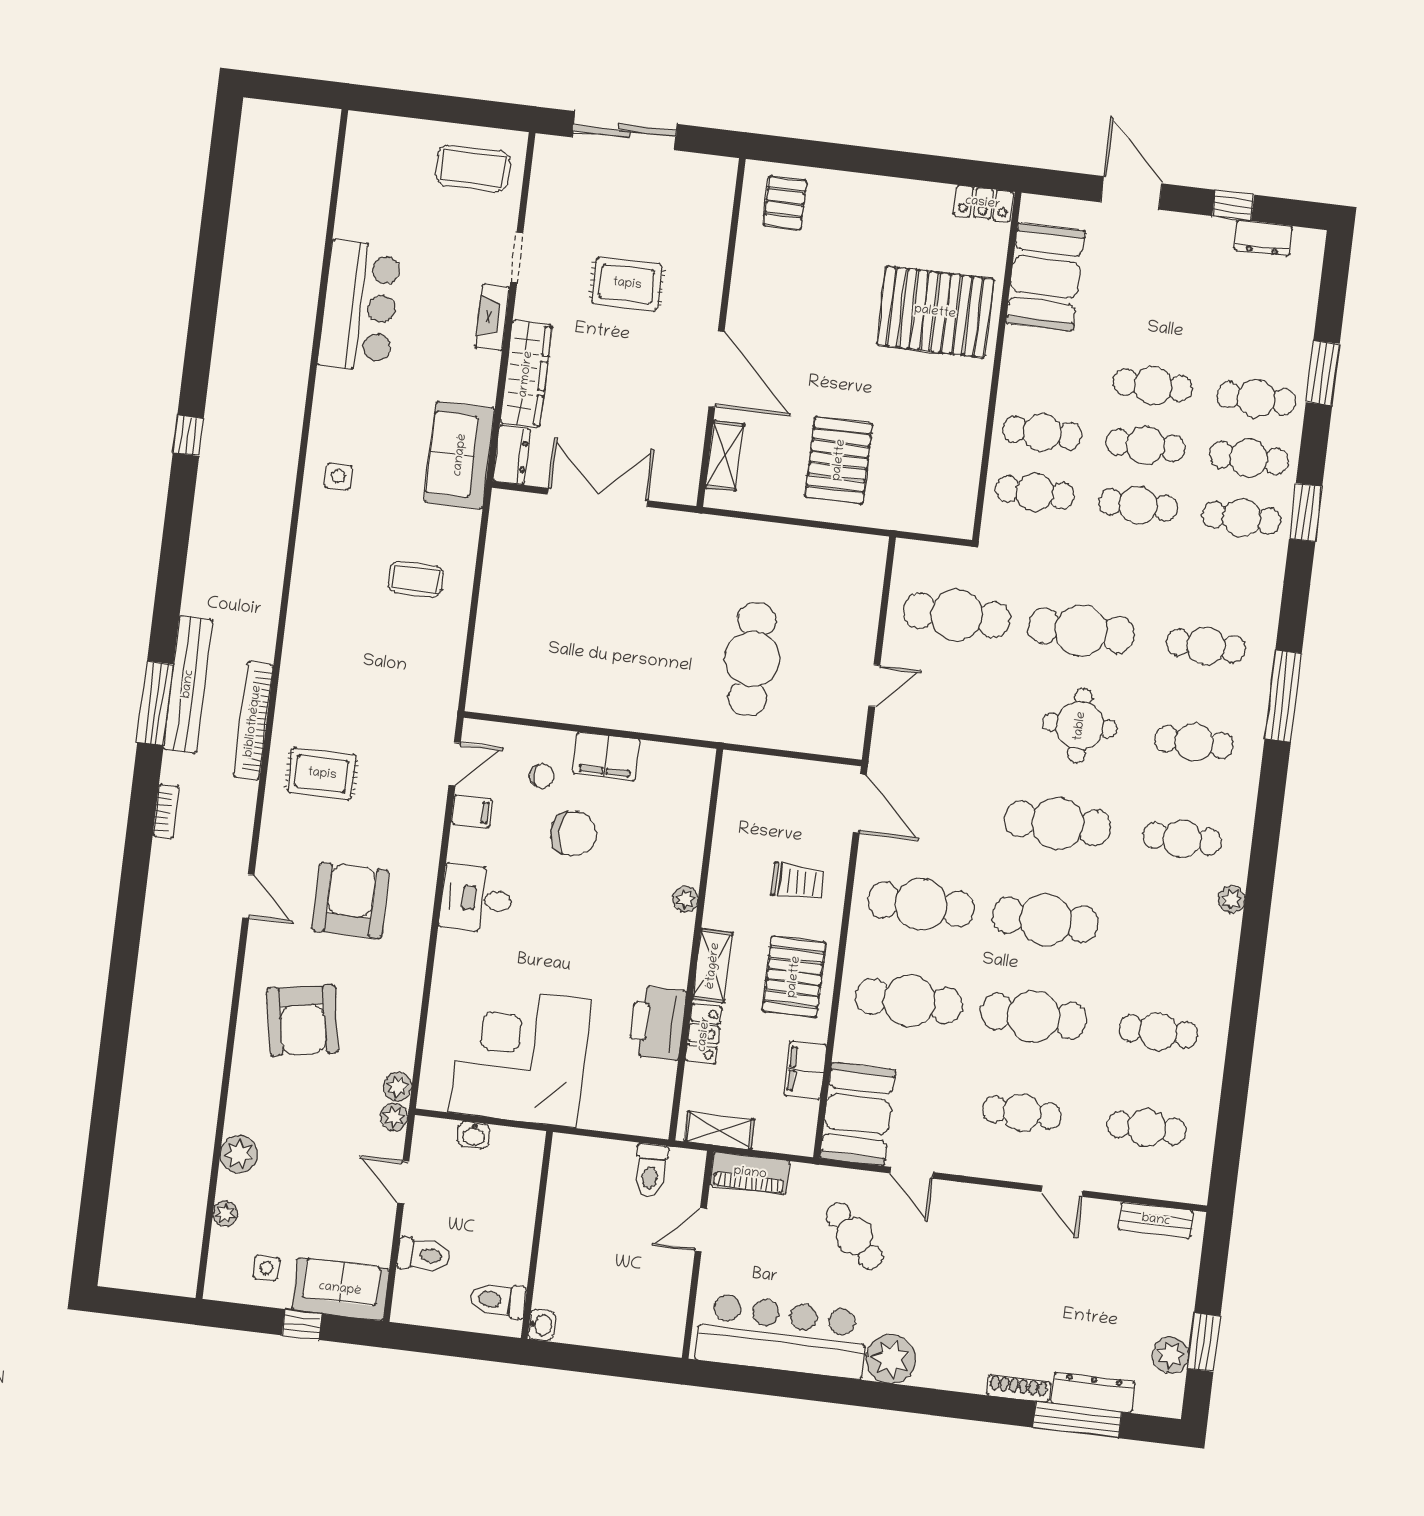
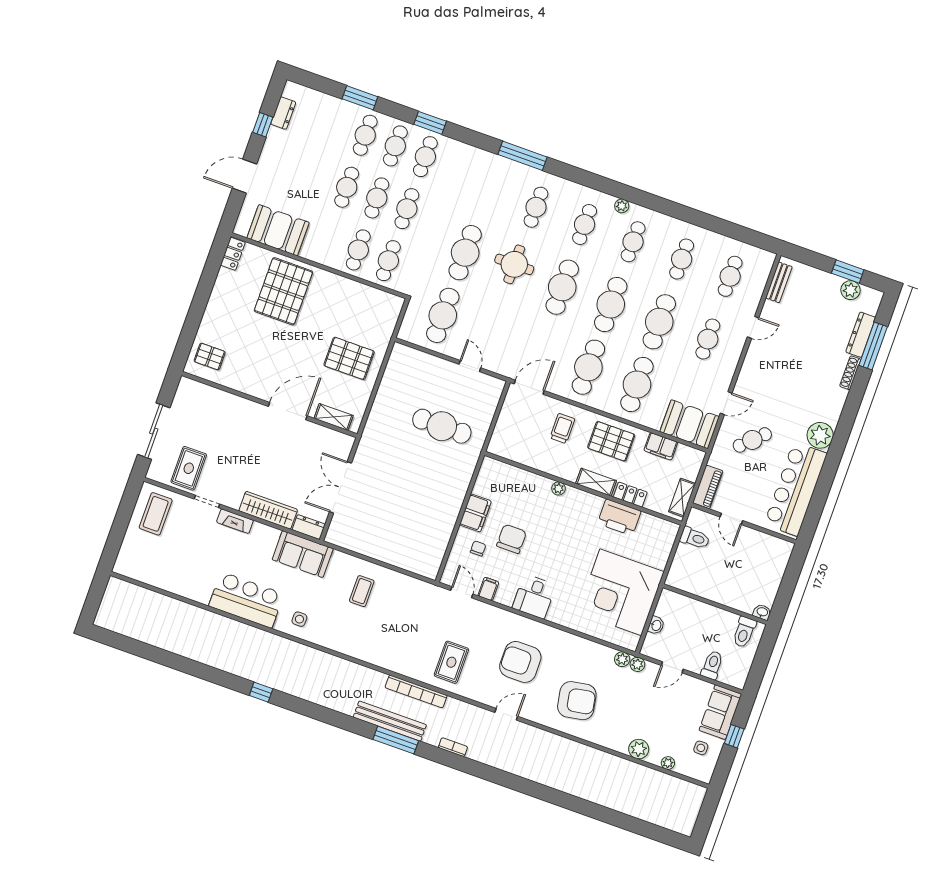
rug: (627, 284) -> (189, 468), moved
bar counter: (360, 306) -> (246, 600), moved
cafe table: (1206, 646) -> (633, 242), moved

